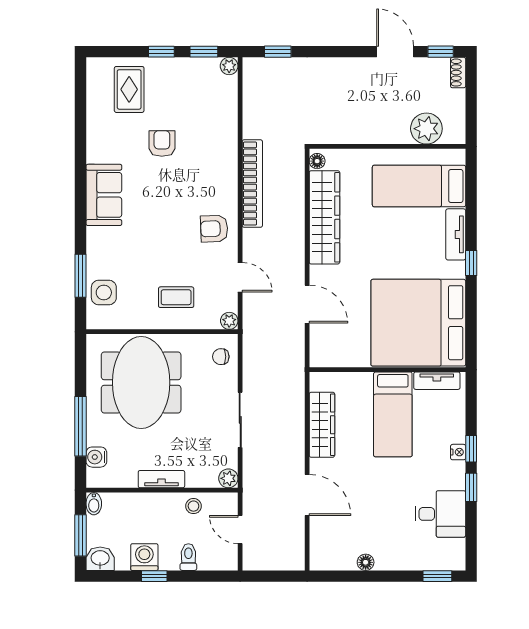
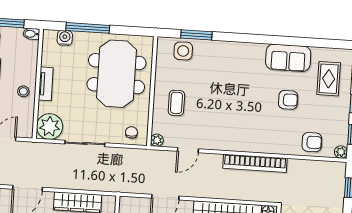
rug: (129, 89) -> (329, 79), turned 90
sofa: (104, 195) -> (288, 58), moved
armchair: (214, 229) -> (312, 142), moved, turned 92
meeting table: (141, 382) -> (116, 74), turned 90
plant: (228, 478) -> (50, 127), width x1.87, depth x1.87
stool: (193, 506) -> (23, 91), moved

